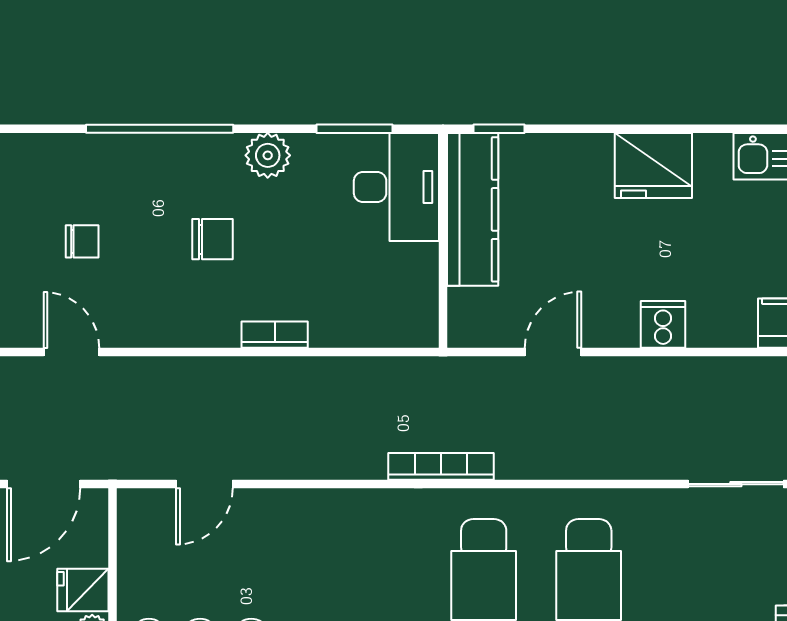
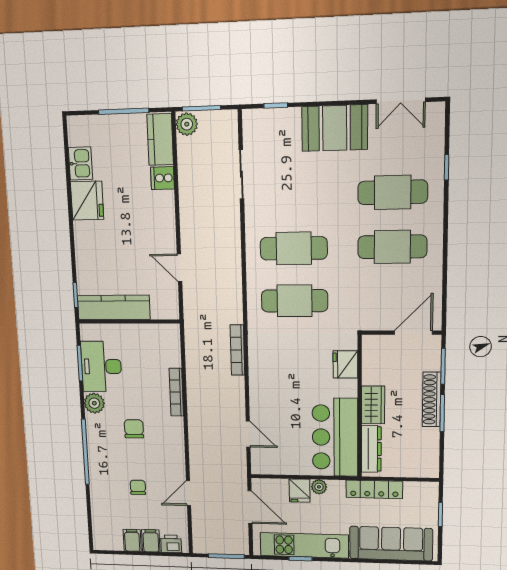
fridge: (653, 166) -> (87, 201), moved
desk: (396, 187) -> (101, 366), moved, turned -90
cooker: (663, 324) -> (162, 178), moved
bookcase: (275, 335) -> (176, 392), width x1.56
bookcase: (441, 466) -> (237, 350), moved

